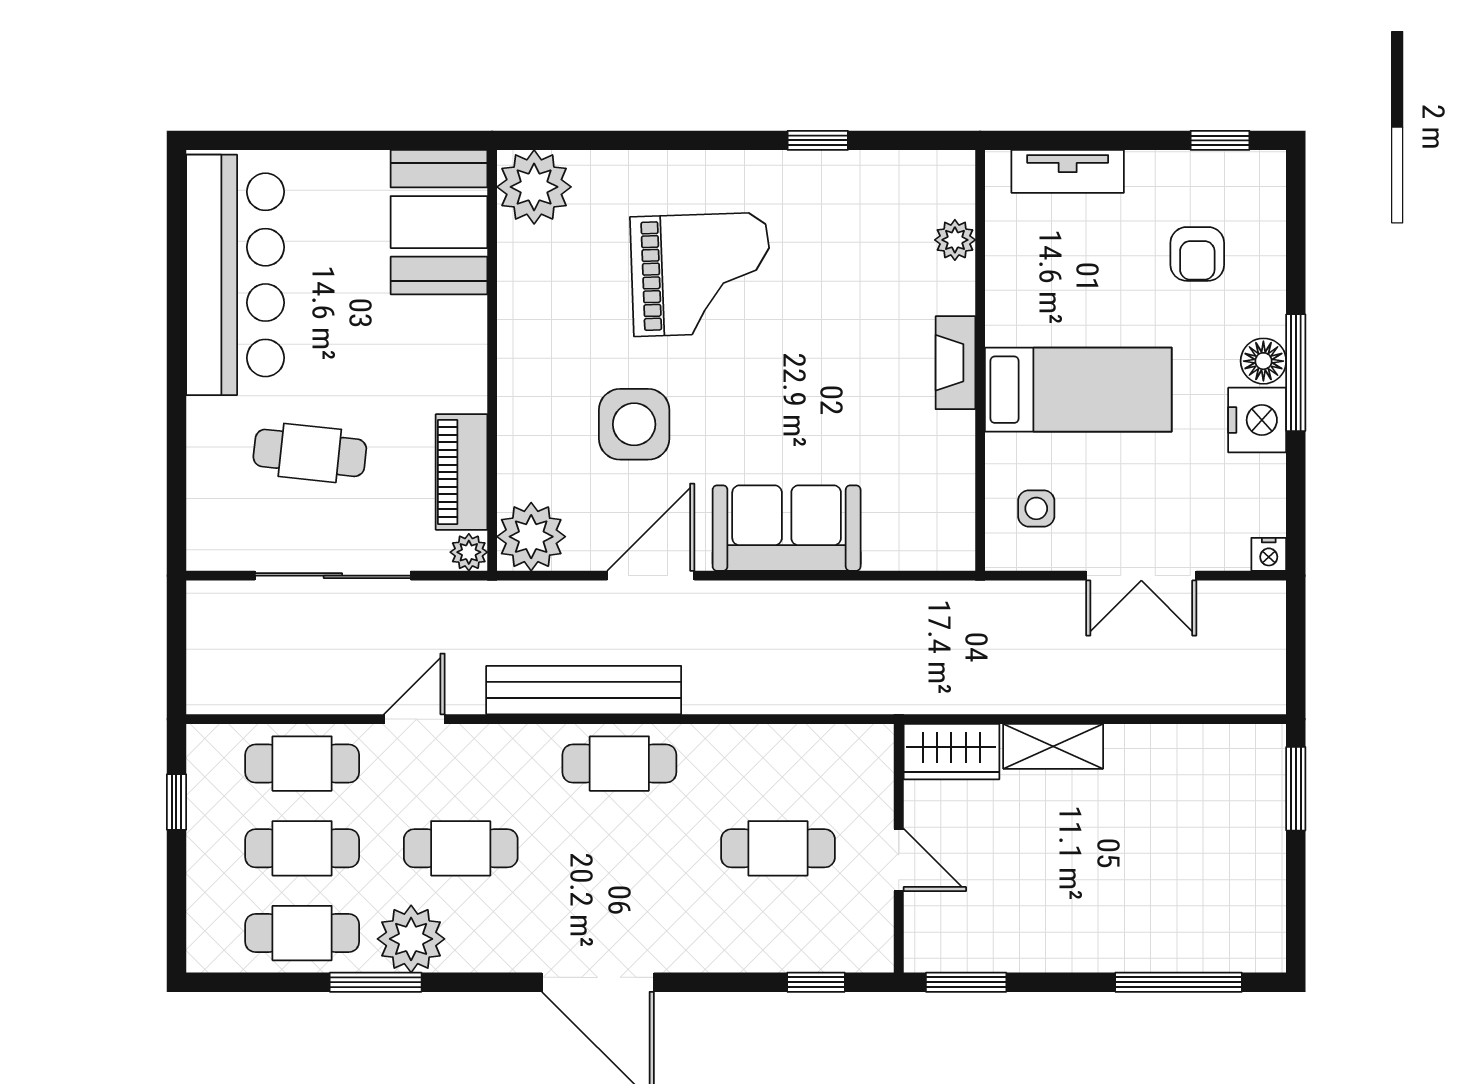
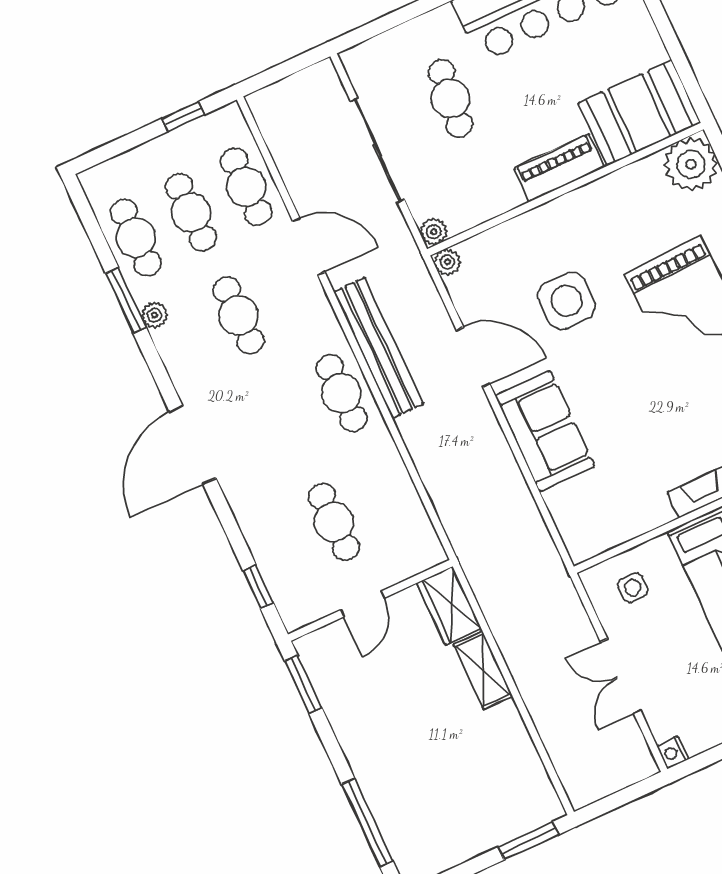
piano: (462, 472) -> (559, 168), moved
plant: (531, 537) -> (447, 262), width x0.53, depth x0.53
door: (414, 719) -> (309, 246), width x1.38
plant: (411, 939) -> (154, 315), width x0.53, depth x0.53

